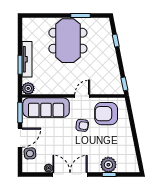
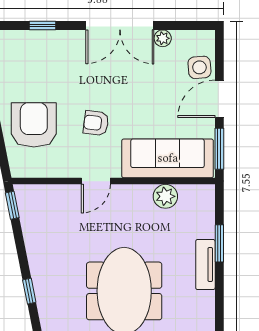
tv unit: (27, 59) -> (205, 265), width x0.71
plant: (28, 88) -> (165, 196), moved
armchair: (106, 114) -> (34, 125), moved, turned -90
plant: (108, 165) -> (44, 45), removed

